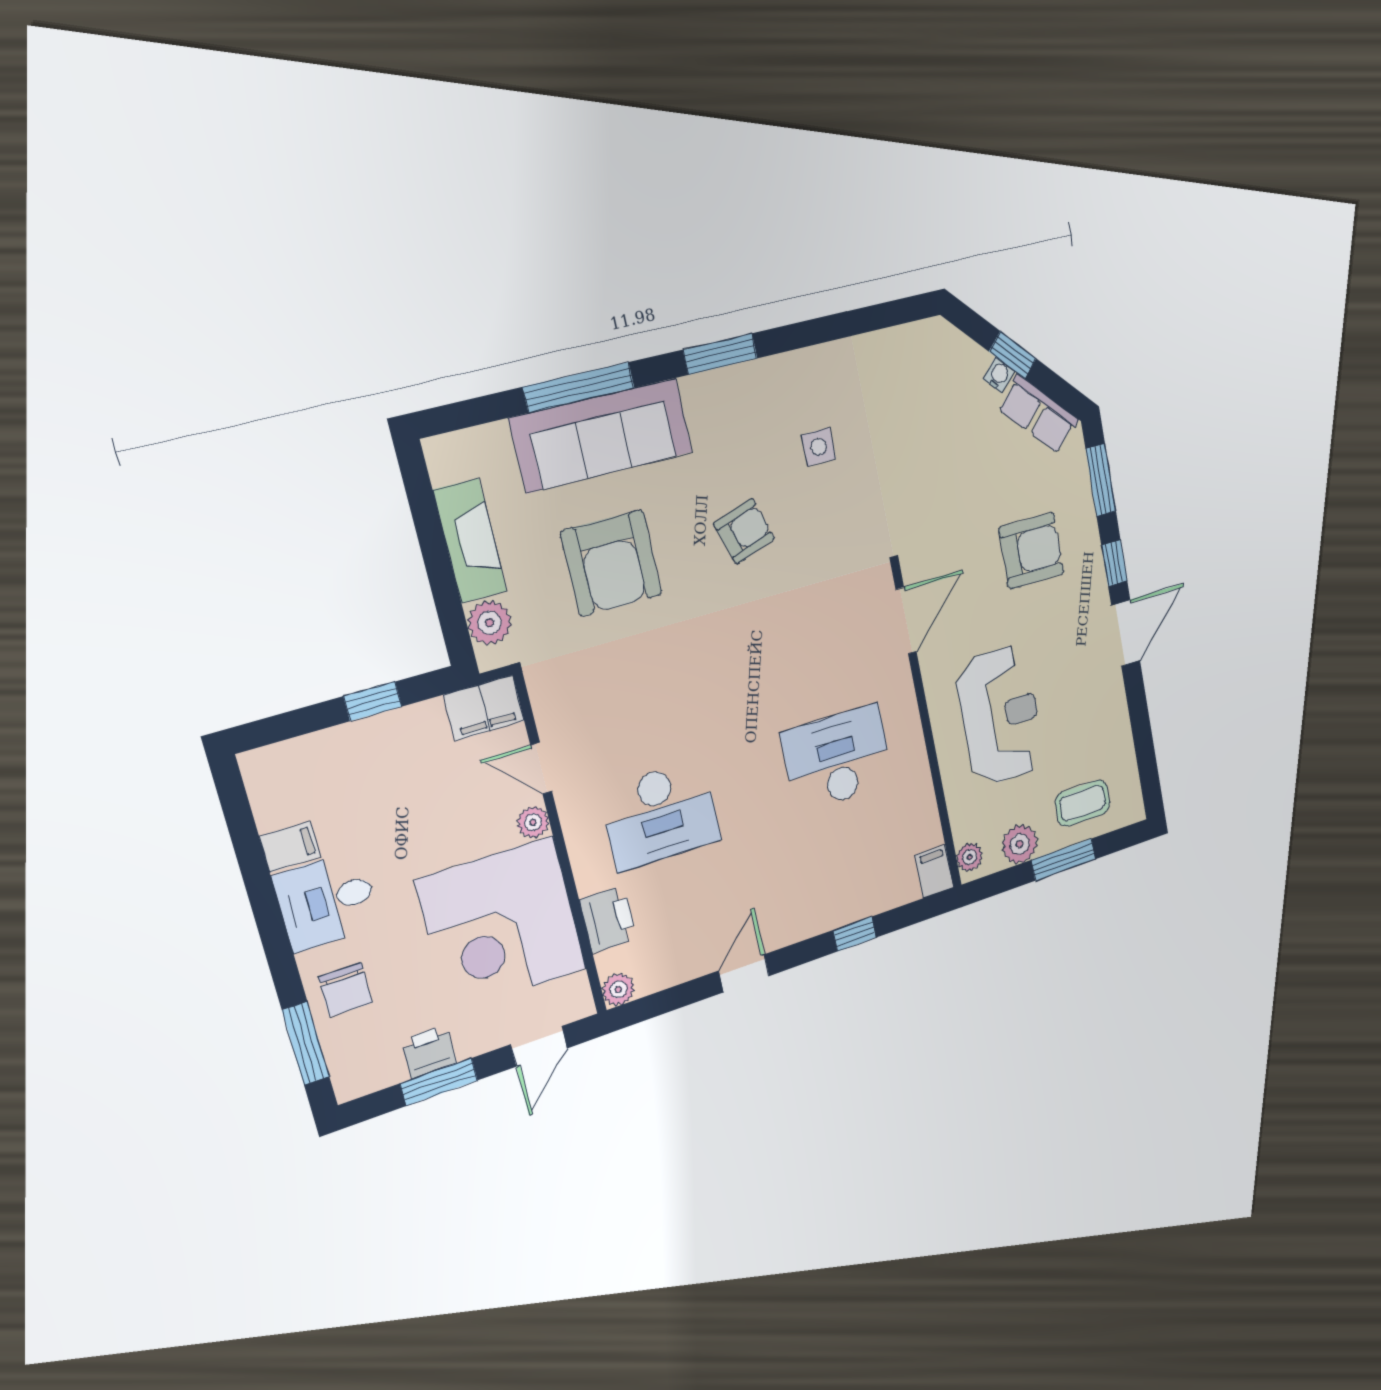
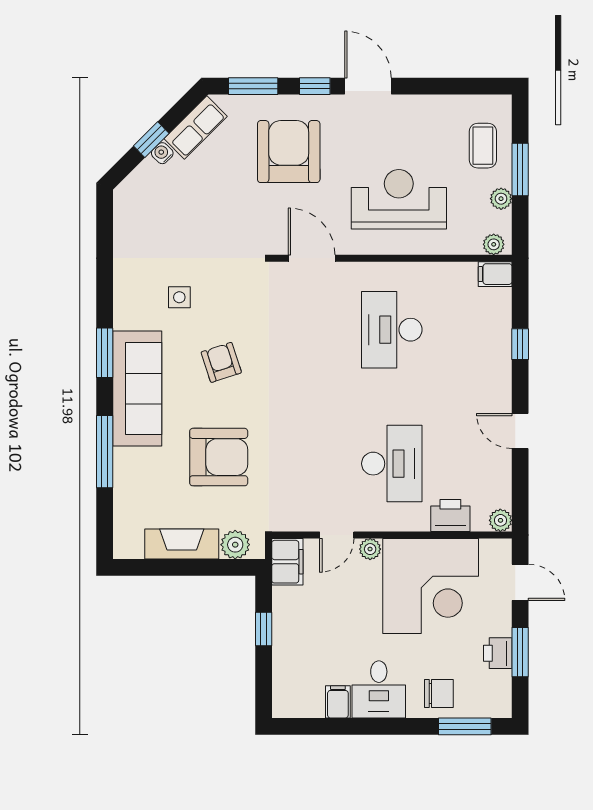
sofa: (602, 435) -> (137, 389), moved
armchair: (1031, 551) -> (289, 152), width x1.36, depth x1.36
plant: (1020, 844) -> (501, 199), width x0.73, depth x0.73

